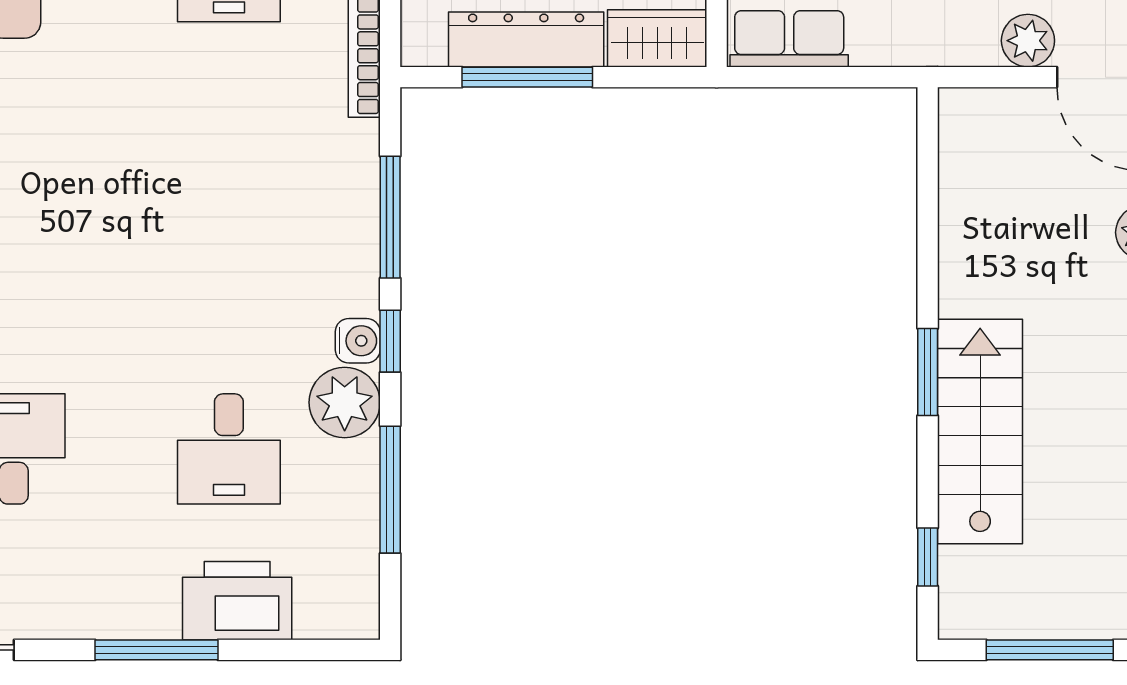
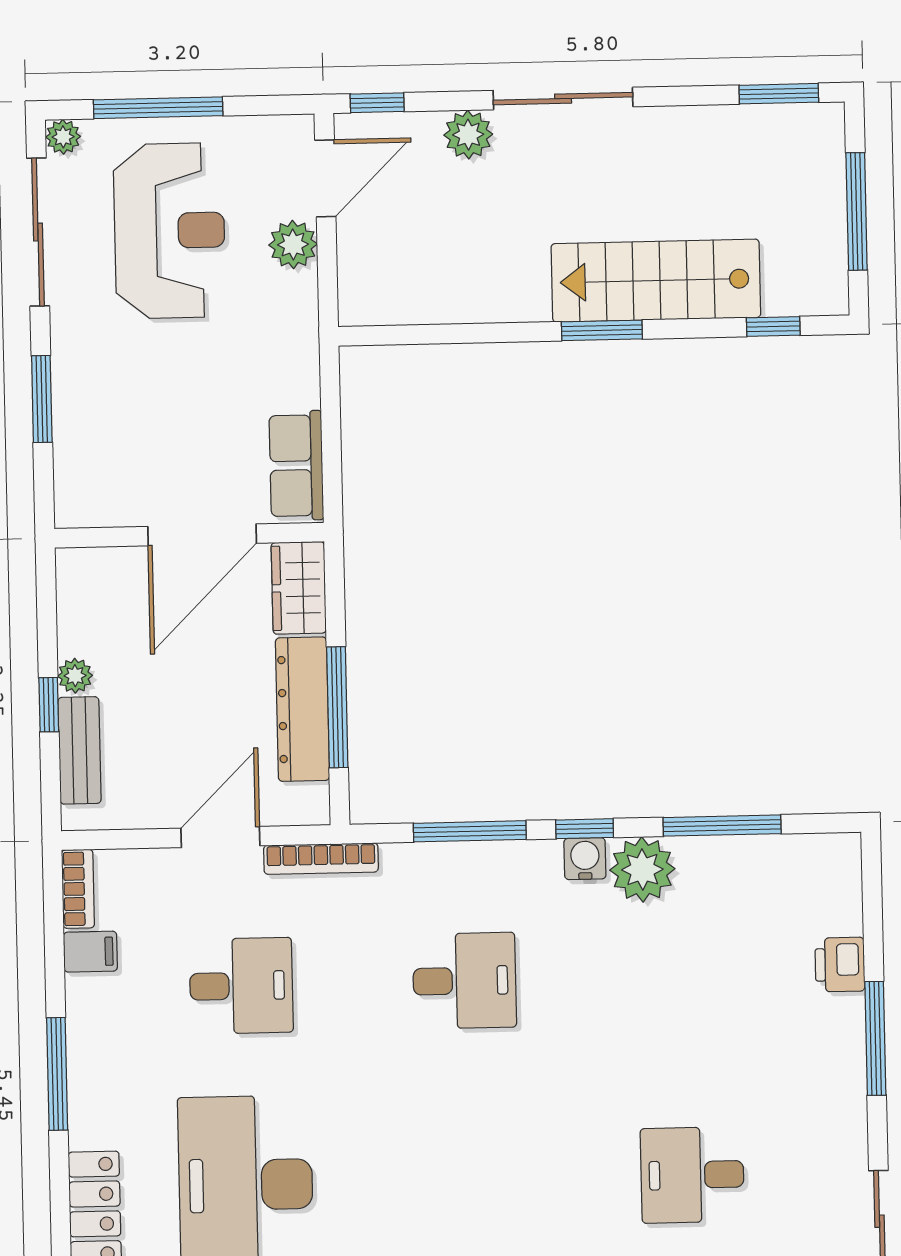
desk: (229, 449) -> (465, 981), moved
printer: (237, 601) -> (840, 965), width x0.53, depth x0.68

